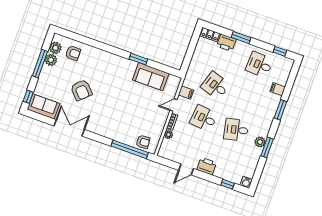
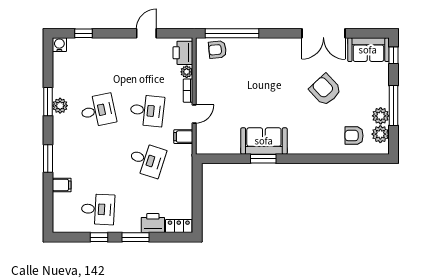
window: (280, 51) -> (99, 237), moved
sofa: (151, 77) -> (264, 141), moved
printer: (207, 166) -> (183, 53), moved, turned 90

